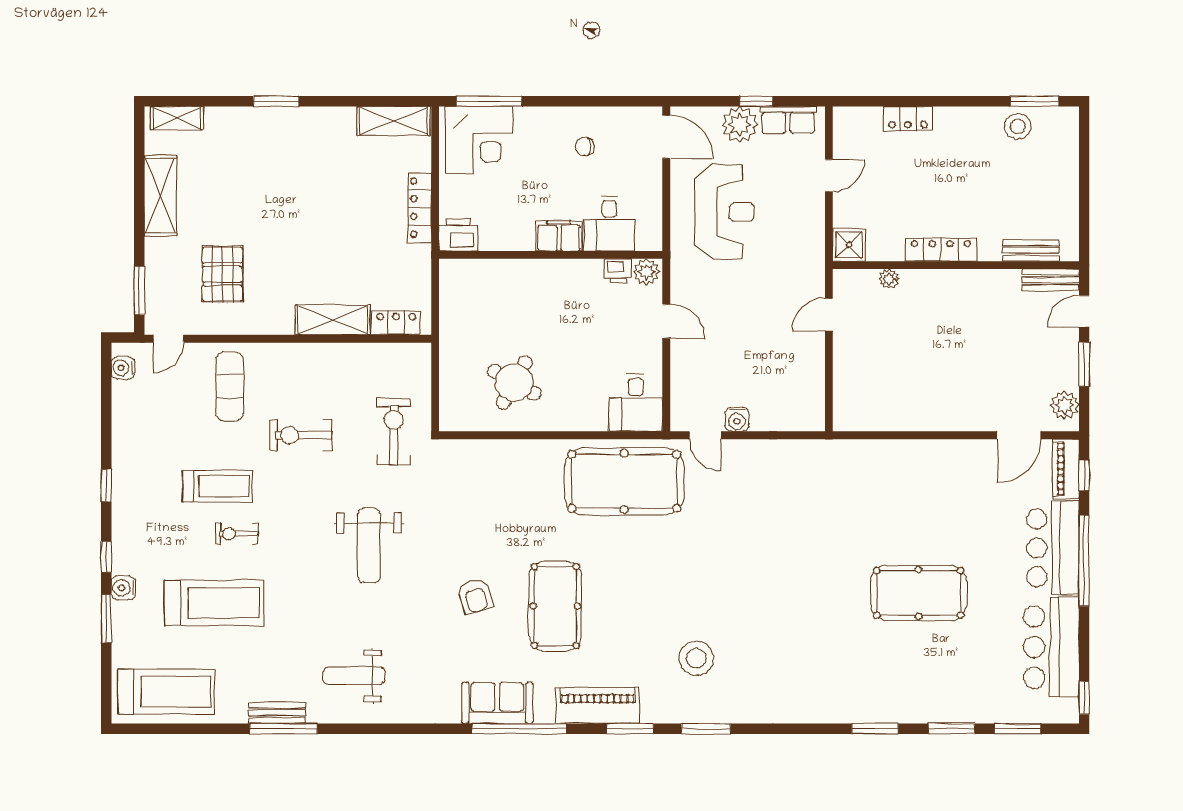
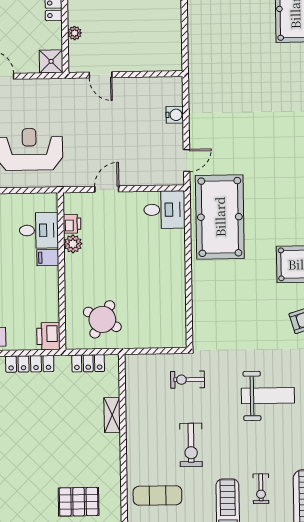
filing cabinet: (559, 236) -> (48, 258), width x0.50
plant: (646, 272) -> (73, 244), moved
shelving: (333, 320) -> (112, 415), width x0.67, depth x0.75
locker: (396, 323) -> (88, 363), moved, turned -90
round table: (514, 382) -> (102, 319), moved
water cooler: (737, 419) -> (175, 115), moved
exercise bike: (394, 432) -> (187, 380), width x0.73, depth x0.72

